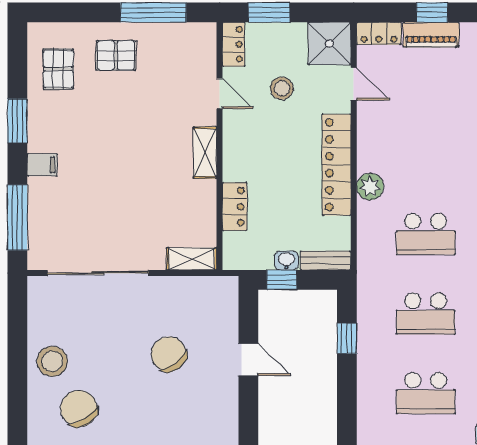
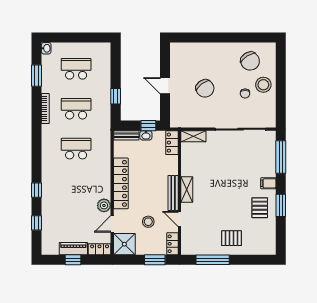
pallet: (58, 69) -> (260, 208), moved
door: (354, 84) -> (112, 224), hinge flipped
bench: (232, 145) -> (173, 193), added
plant: (370, 187) -> (104, 205), moved
locker: (235, 207) -> (172, 143), moved
chair: (89, 344) -> (245, 93), added

